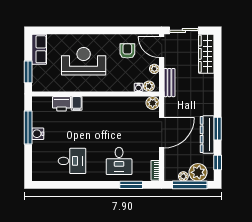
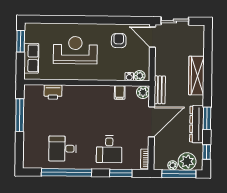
row of seats: (39, 49) -> (31, 58), moved
wardrobe: (206, 54) -> (196, 76), moved
plant: (154, 69) -> (145, 59), removed
window: (28, 72) -> (21, 41), moved
bench: (169, 83) -> (160, 90), moved
filing cabinet: (77, 103) -> (120, 92), moved
water cooler: (38, 134) -> (29, 121), removed
desk: (72, 161) -> (63, 149), turned 180
window: (76, 185) -> (66, 172), added

